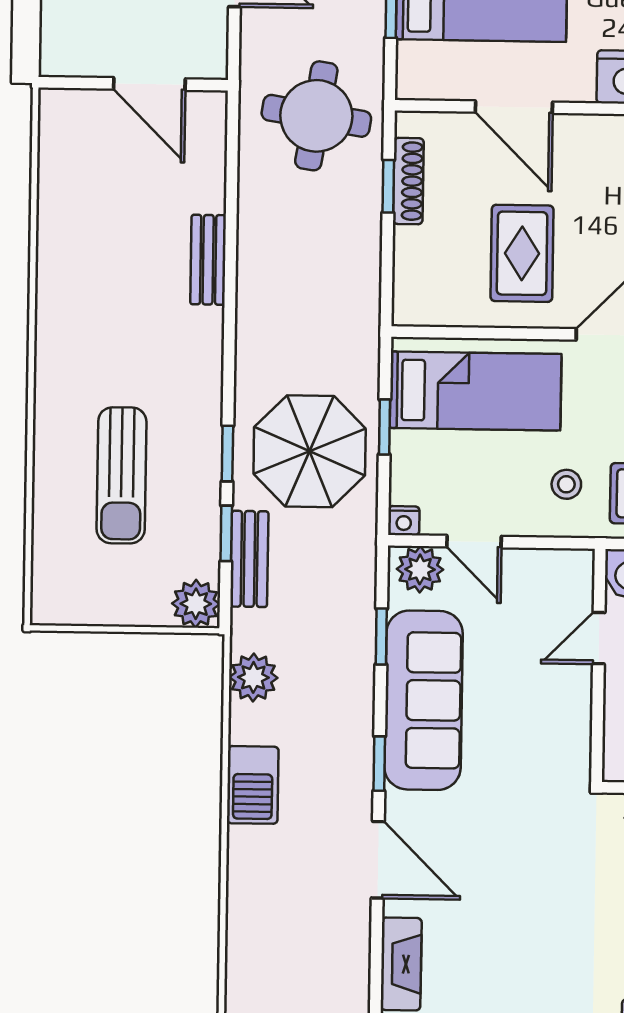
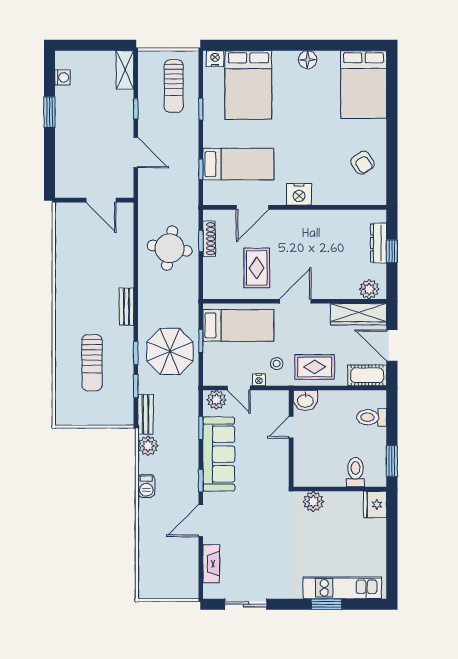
door: (514, 107) -> (252, 207), hinge flipped
round table: (316, 116) -> (170, 248), moved
bench: (208, 260) -> (127, 307), moved
nightstand: (404, 521) -> (259, 380), moved
bench: (249, 559) -> (146, 414), moved
plant: (196, 604) -> (124, 416), removed
barbecue: (253, 785) -> (146, 486), width x0.73, depth x0.79
door: (378, 860) -> (201, 521), swing flipped

